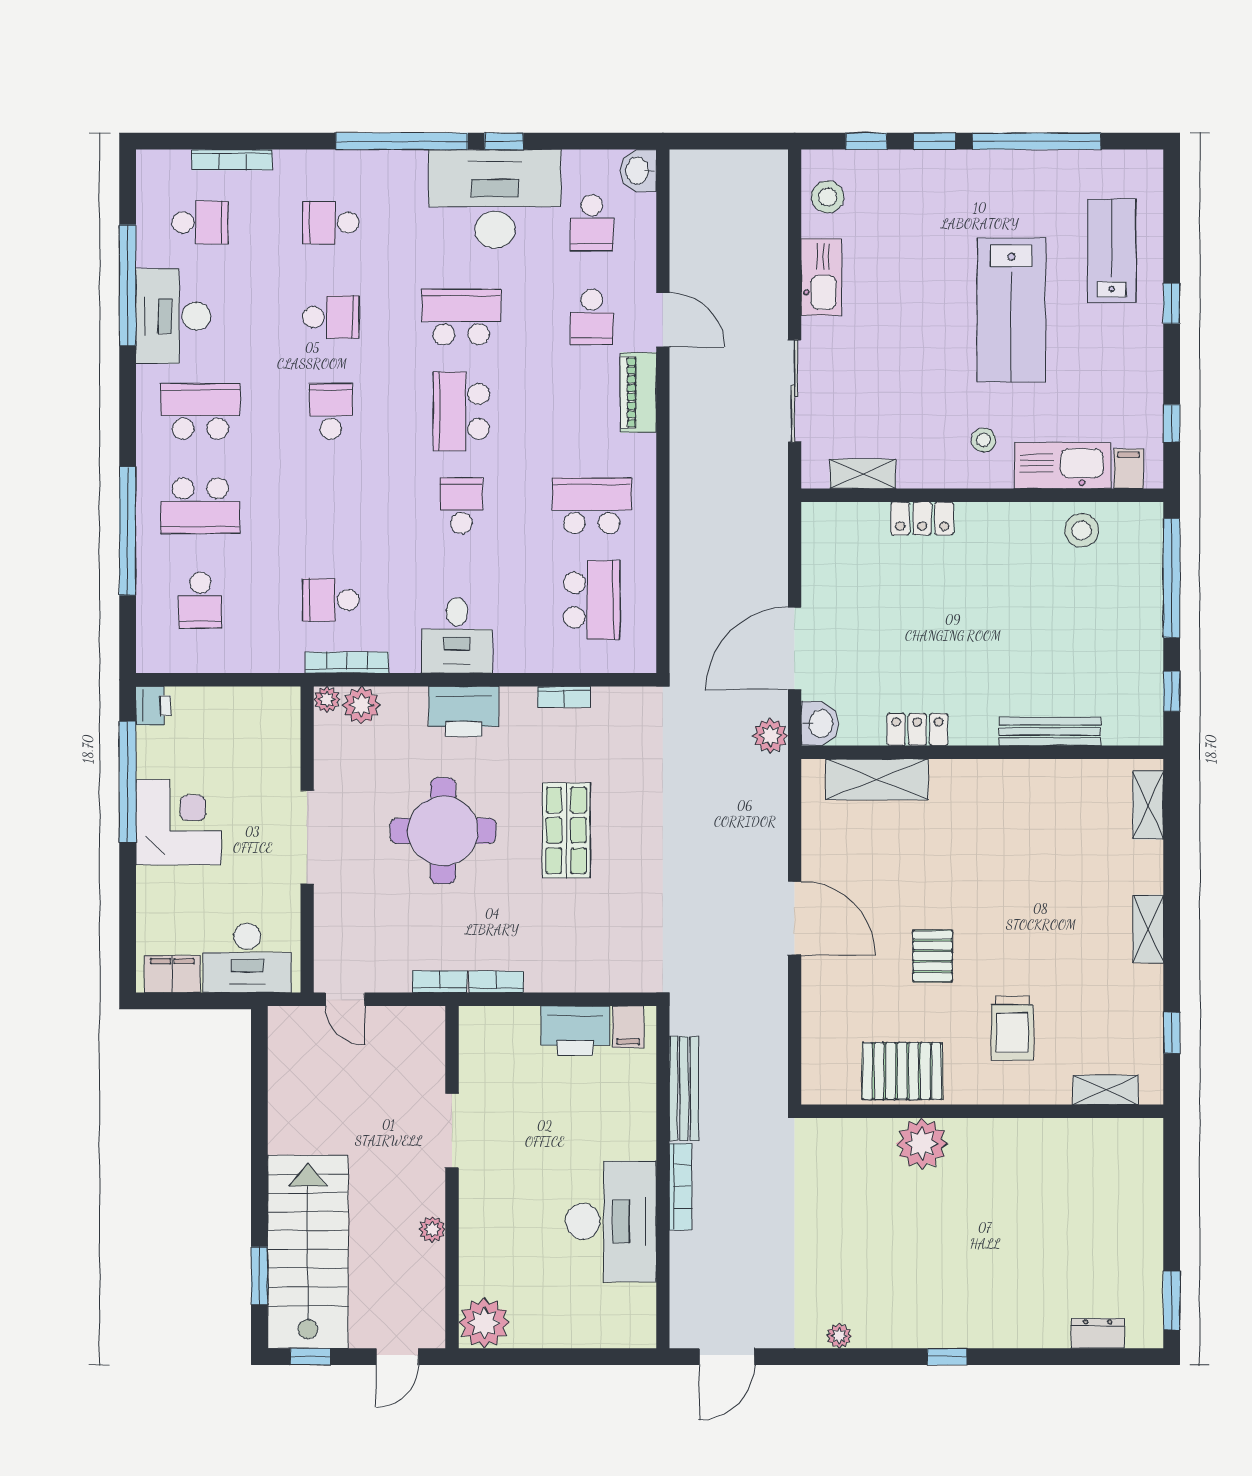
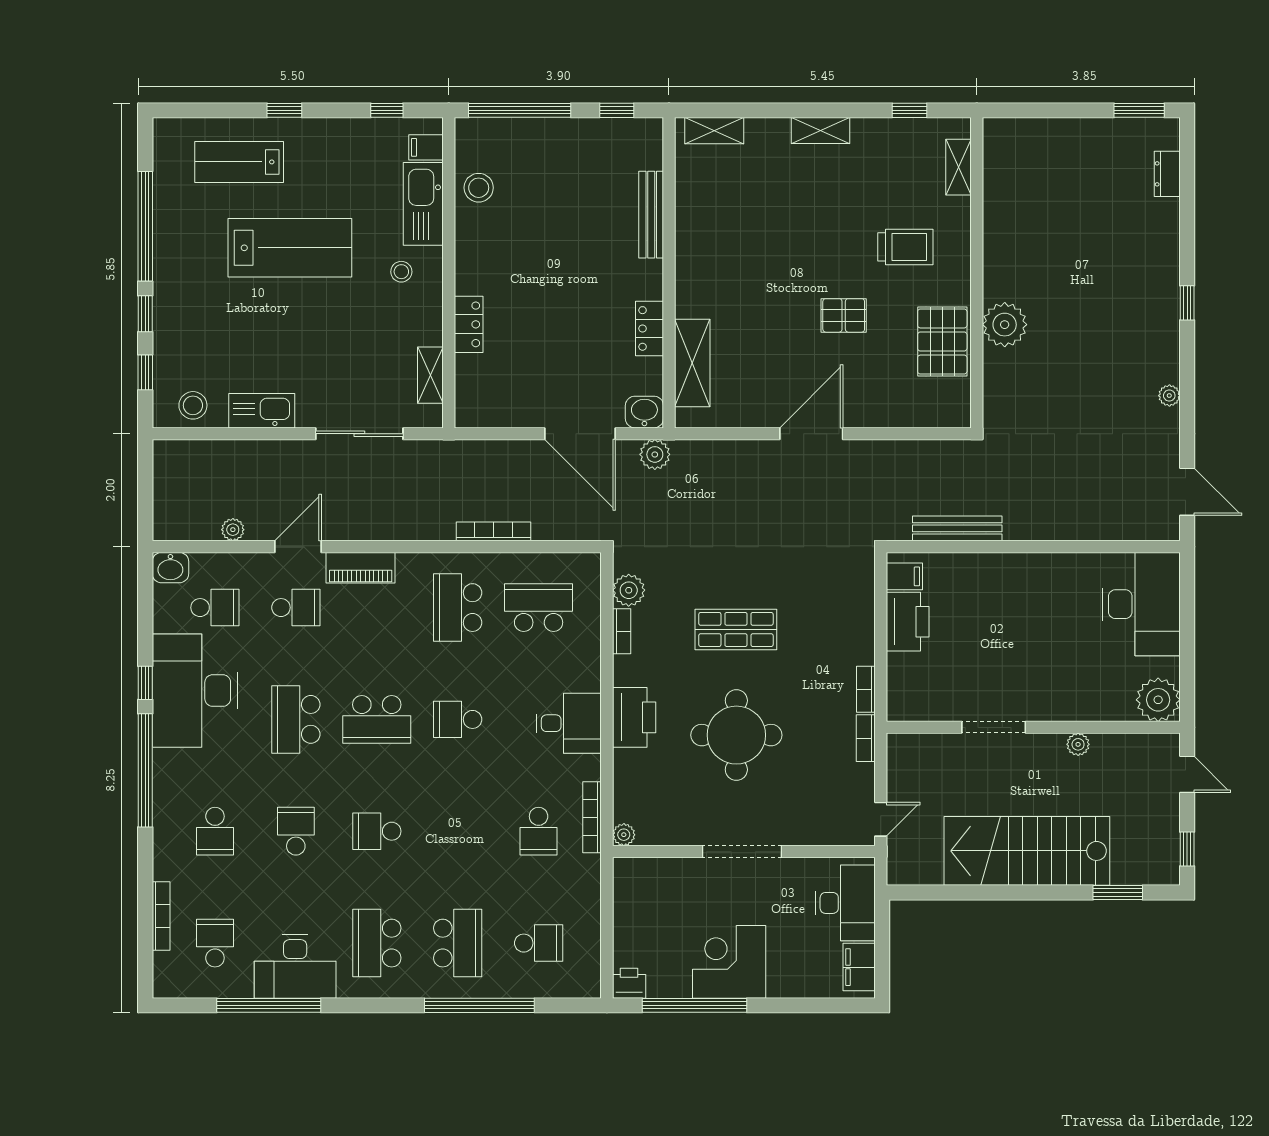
plant: (683, 243) -> (233, 530), added
plant: (361, 705) -> (629, 590), moved
bookcase: (681, 1187) -> (493, 531), moved
desk: (611, 1221) -> (1141, 604), moved, turned 90
stairs: (308, 1252) -> (1027, 851), moved

